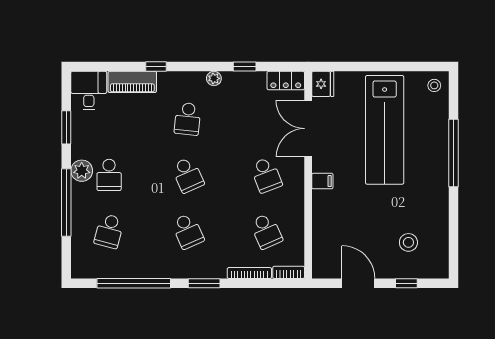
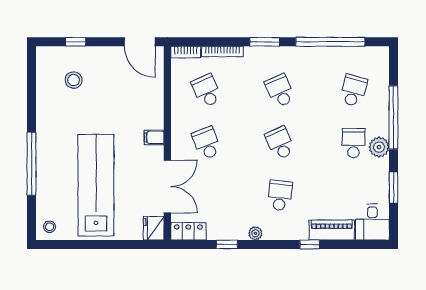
door: (358, 283) -> (140, 42), moved

